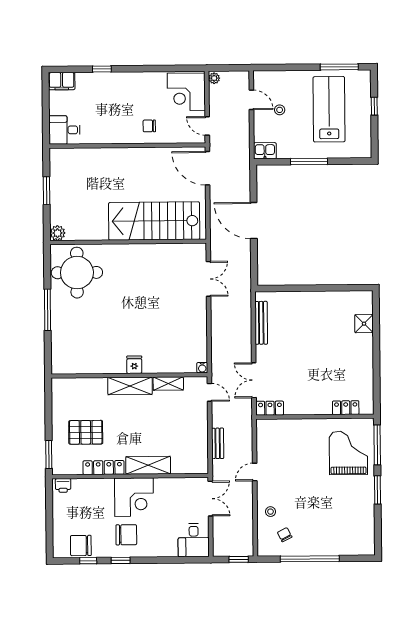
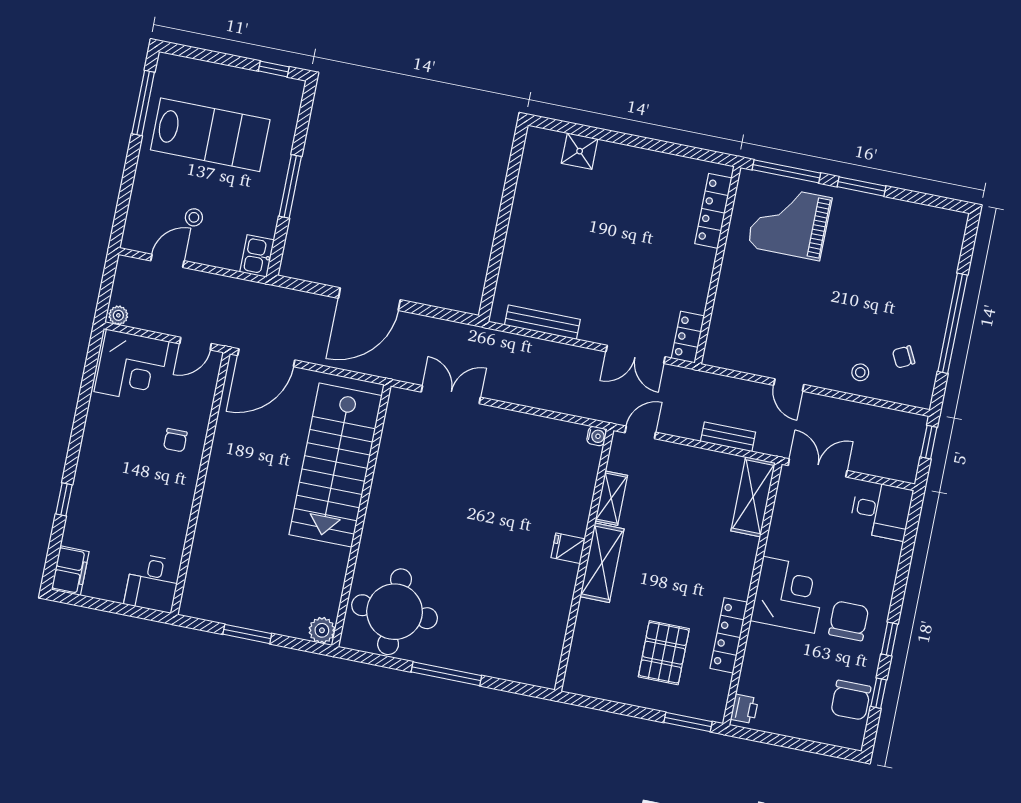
window: (374, 106) -> (274, 69), moved
lab bench: (329, 109) -> (210, 135), turned 180
locker: (346, 408) -> (713, 211), width x1.53
shelving: (148, 465) -> (753, 497), moved

